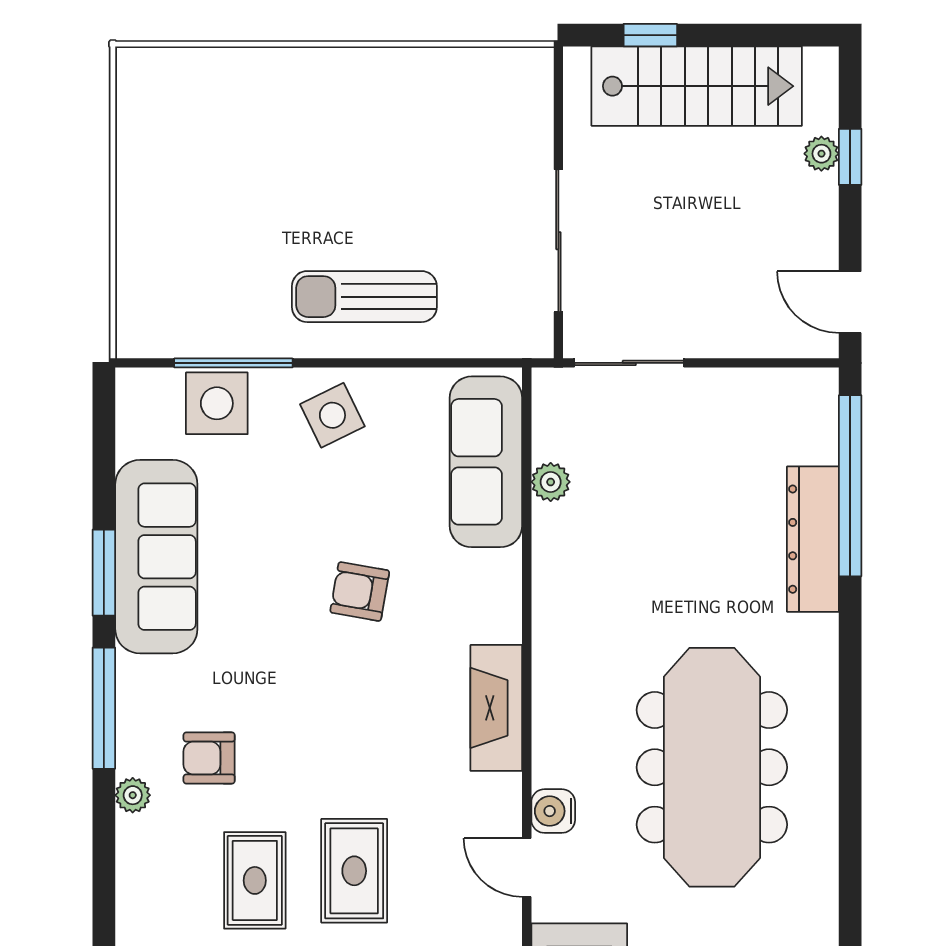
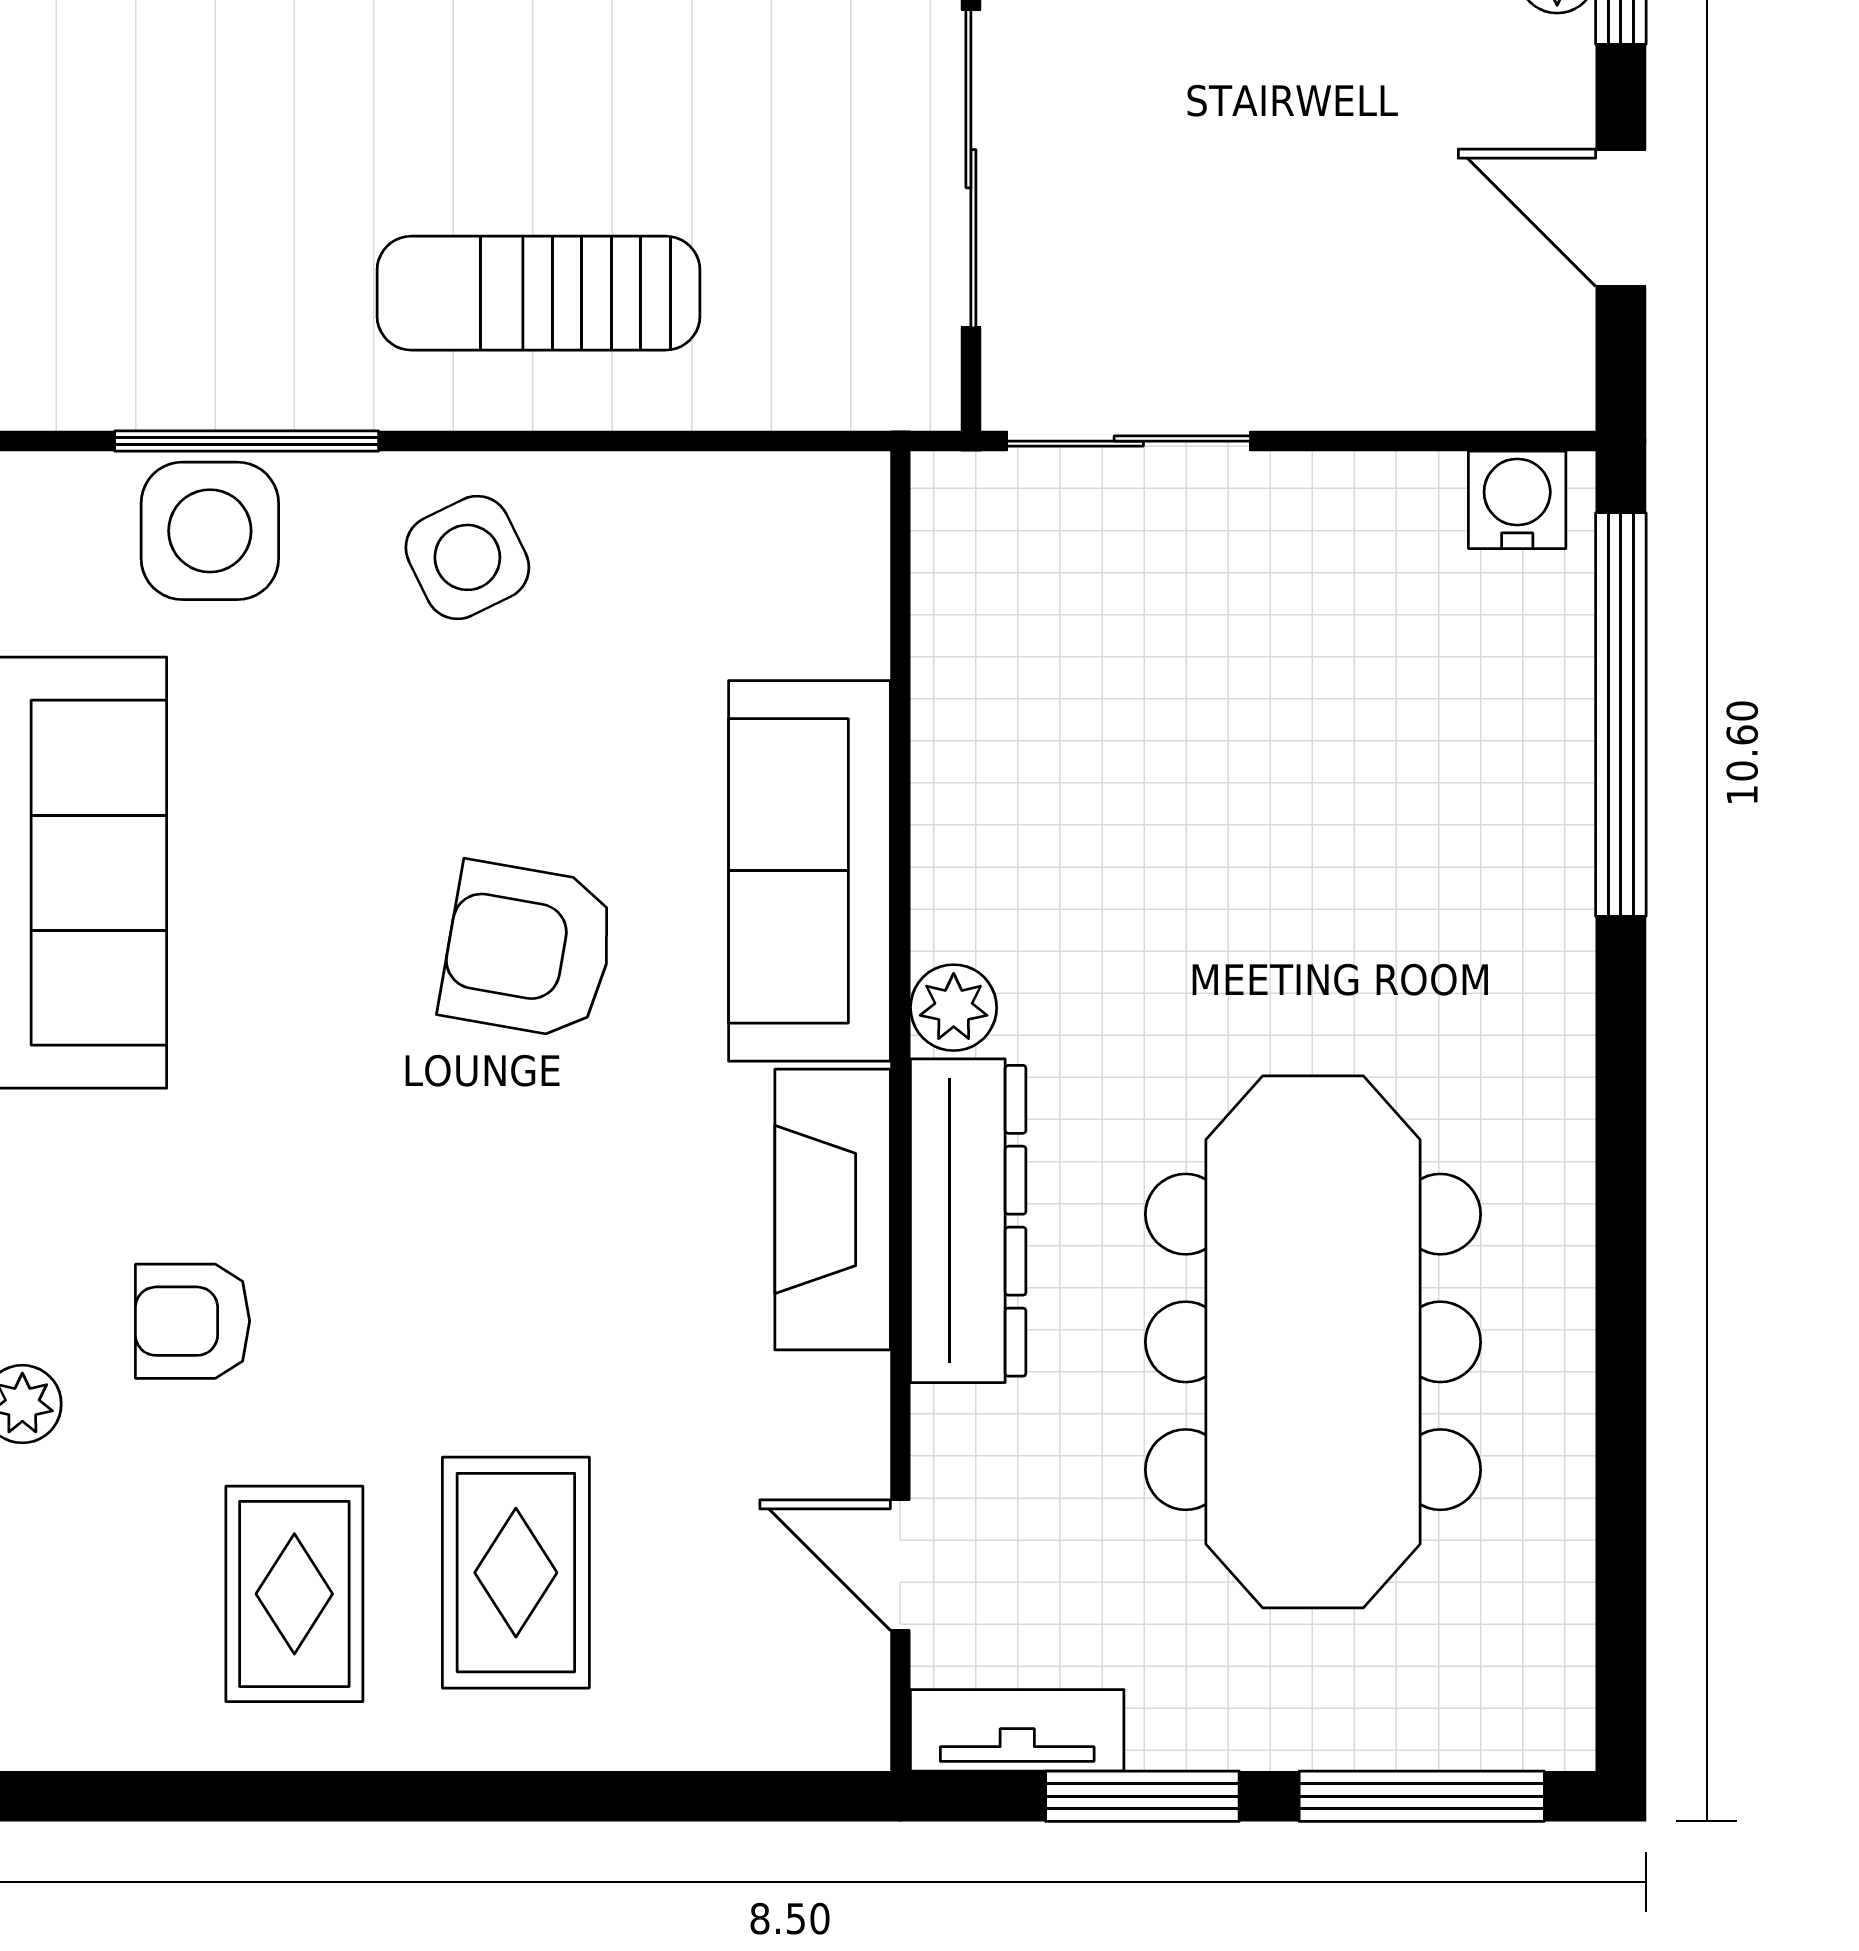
door: (850, 302) -> (1621, 218), moved
sofa: (486, 462) -> (809, 871), moved
plant: (551, 482) -> (954, 1008), moved
dresser: (813, 539) -> (968, 1221), moved, turned 180
armchair: (360, 591) -> (528, 950), width x1.38, depth x1.38
water cooler: (553, 811) -> (1517, 500), moved, turned 90

